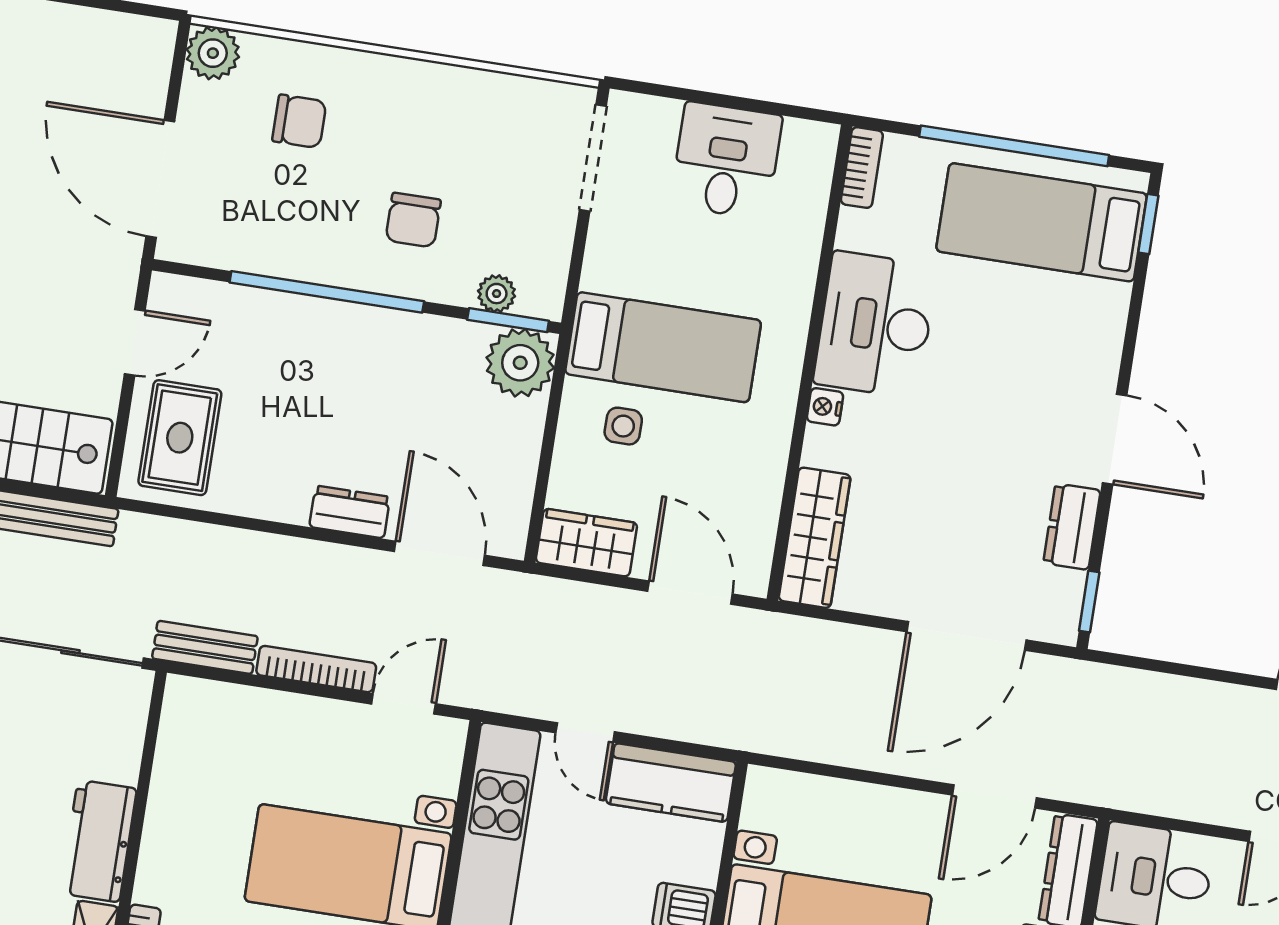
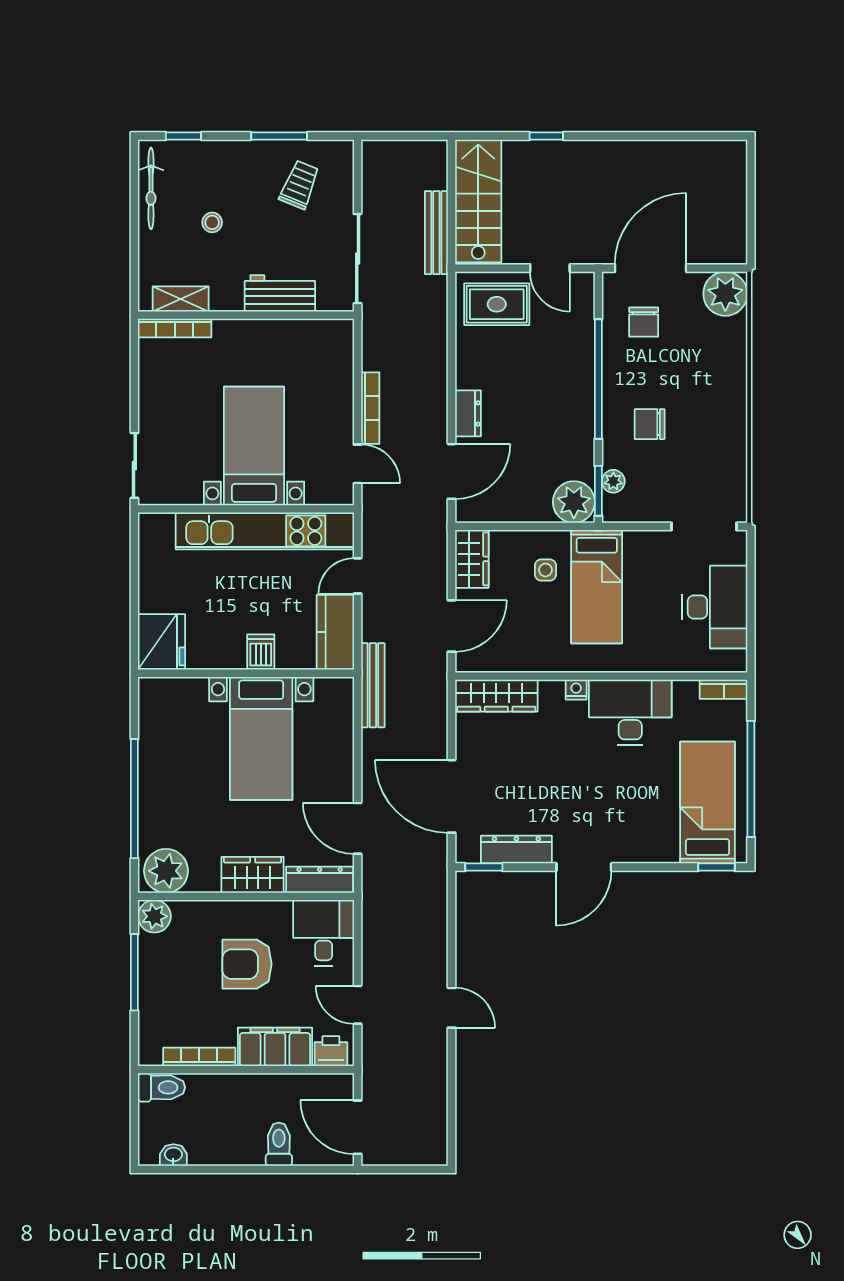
plant: (213, 53) -> (725, 294), width x1.36, depth x1.36
chair: (299, 121) -> (644, 322), moved
desk: (726, 161) -> (715, 607), width x1.37
dresser: (1072, 527) -> (516, 850), width x1.44
bench: (205, 647) -> (373, 685), moved, width x1.36
workbench: (99, 841) -> (280, 293), moved

